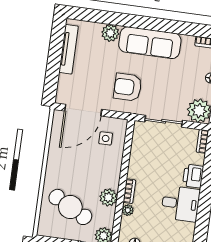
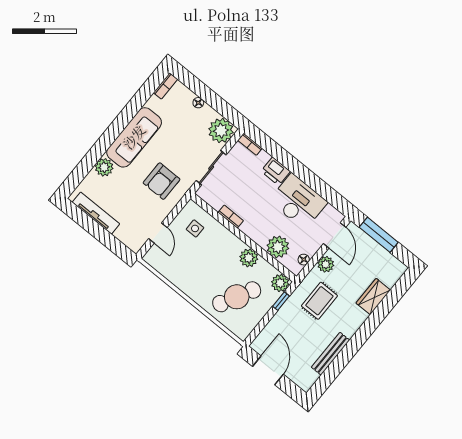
door: (83, 110) -> (158, 233), width x0.53
bookcase: (129, 191) -> (231, 216), moved
desk: (180, 204) -> (298, 201), width x1.37
plant: (128, 210) -> (278, 247), width x1.88, depth x1.88

